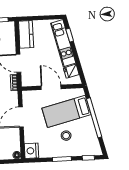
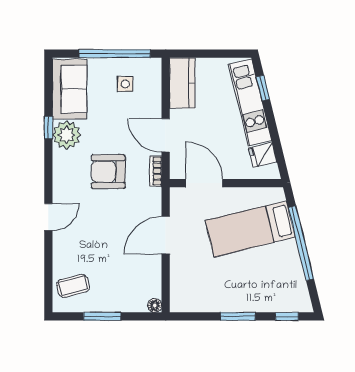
door: (51, 87) -> (204, 183), moved
stool: (66, 136) -> (247, 274), removed
nightstand: (31, 151) -> (182, 299), removed

